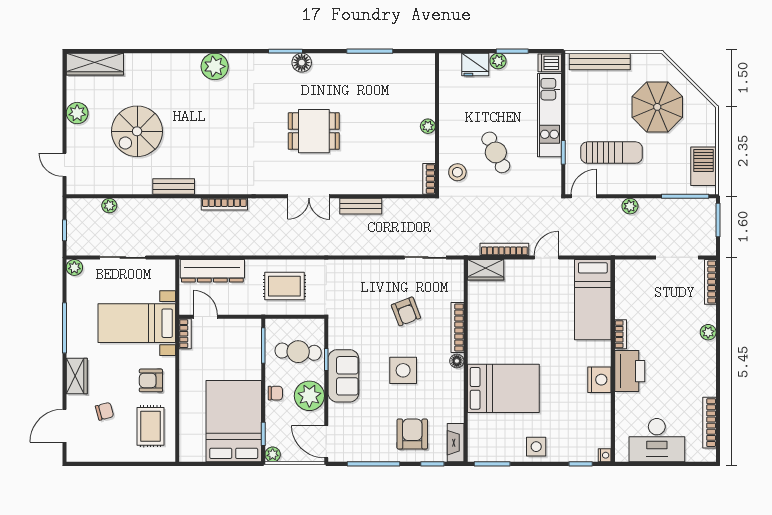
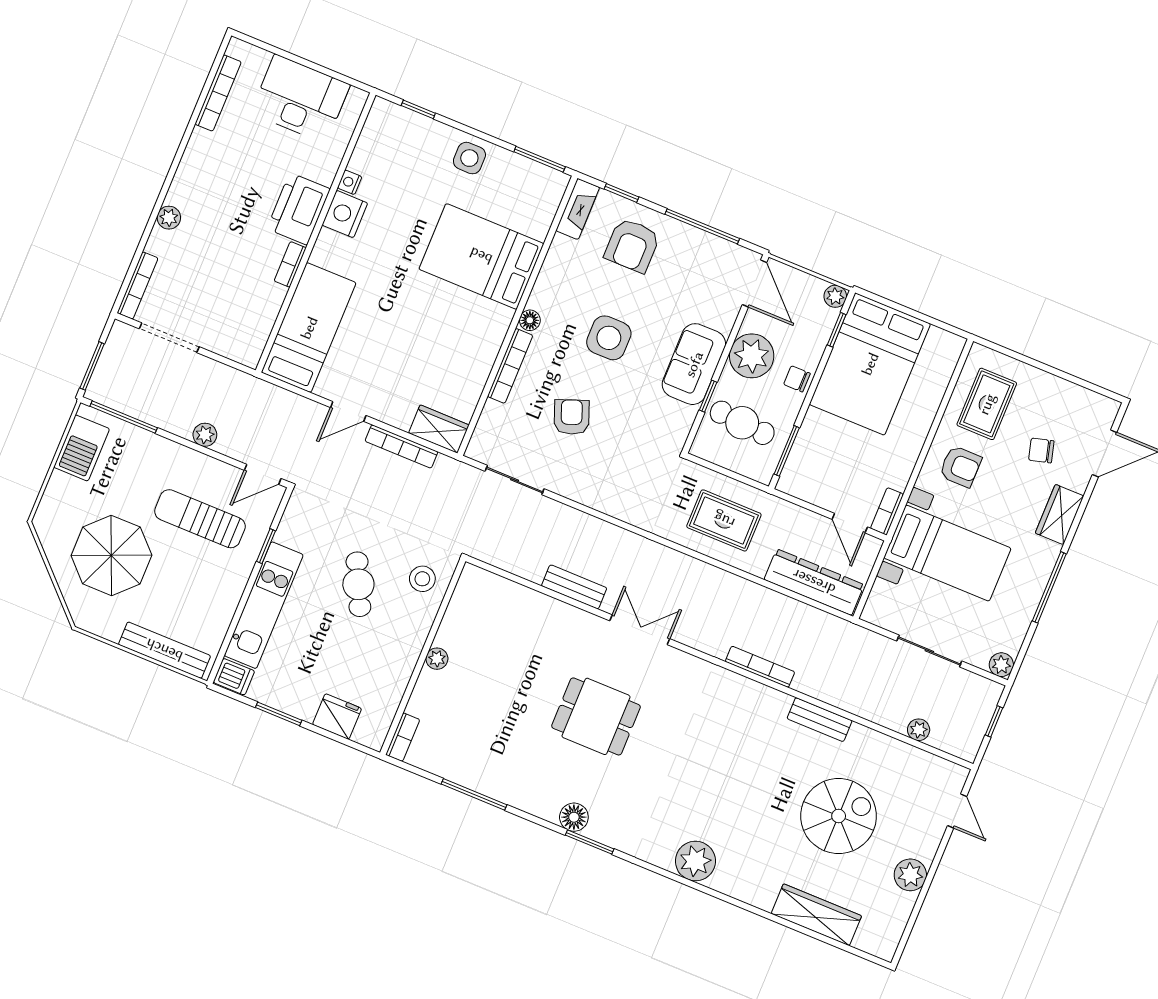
plant: (498, 61) -> (304, 708), removed
wardrobe: (95, 64) -> (816, 915), moved
bookcase: (429, 179) -> (403, 737), moved
nightstand: (605, 455) -> (350, 182), moved

